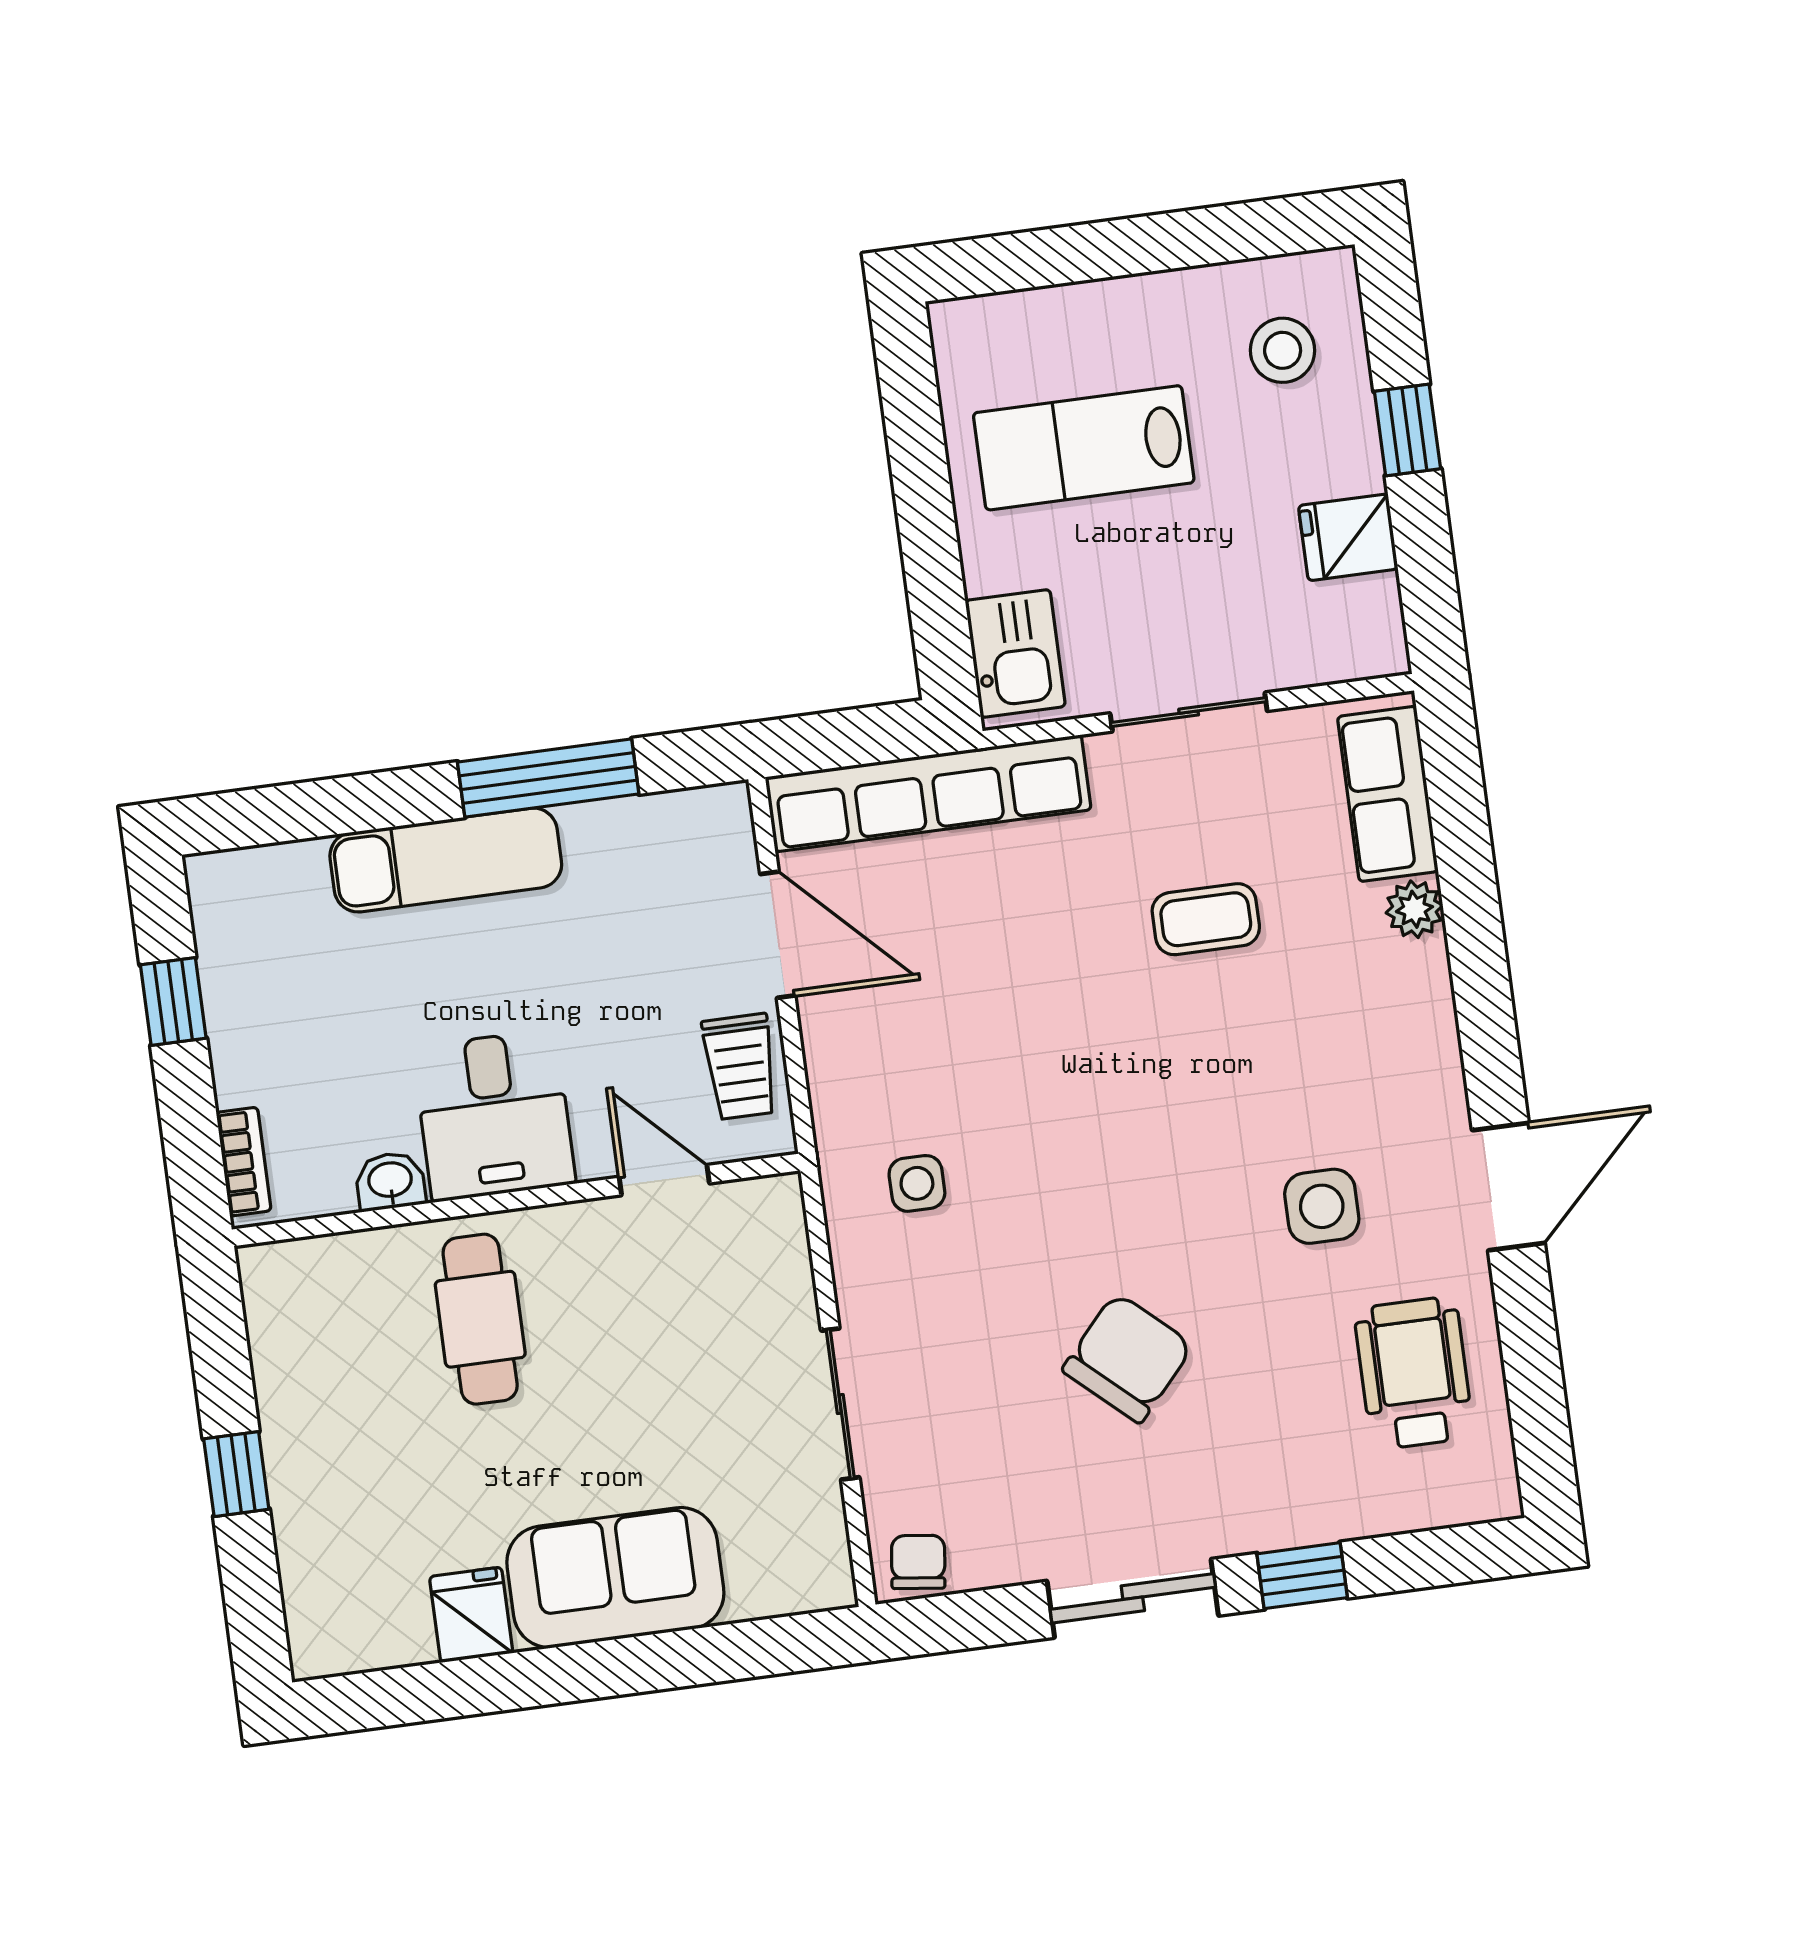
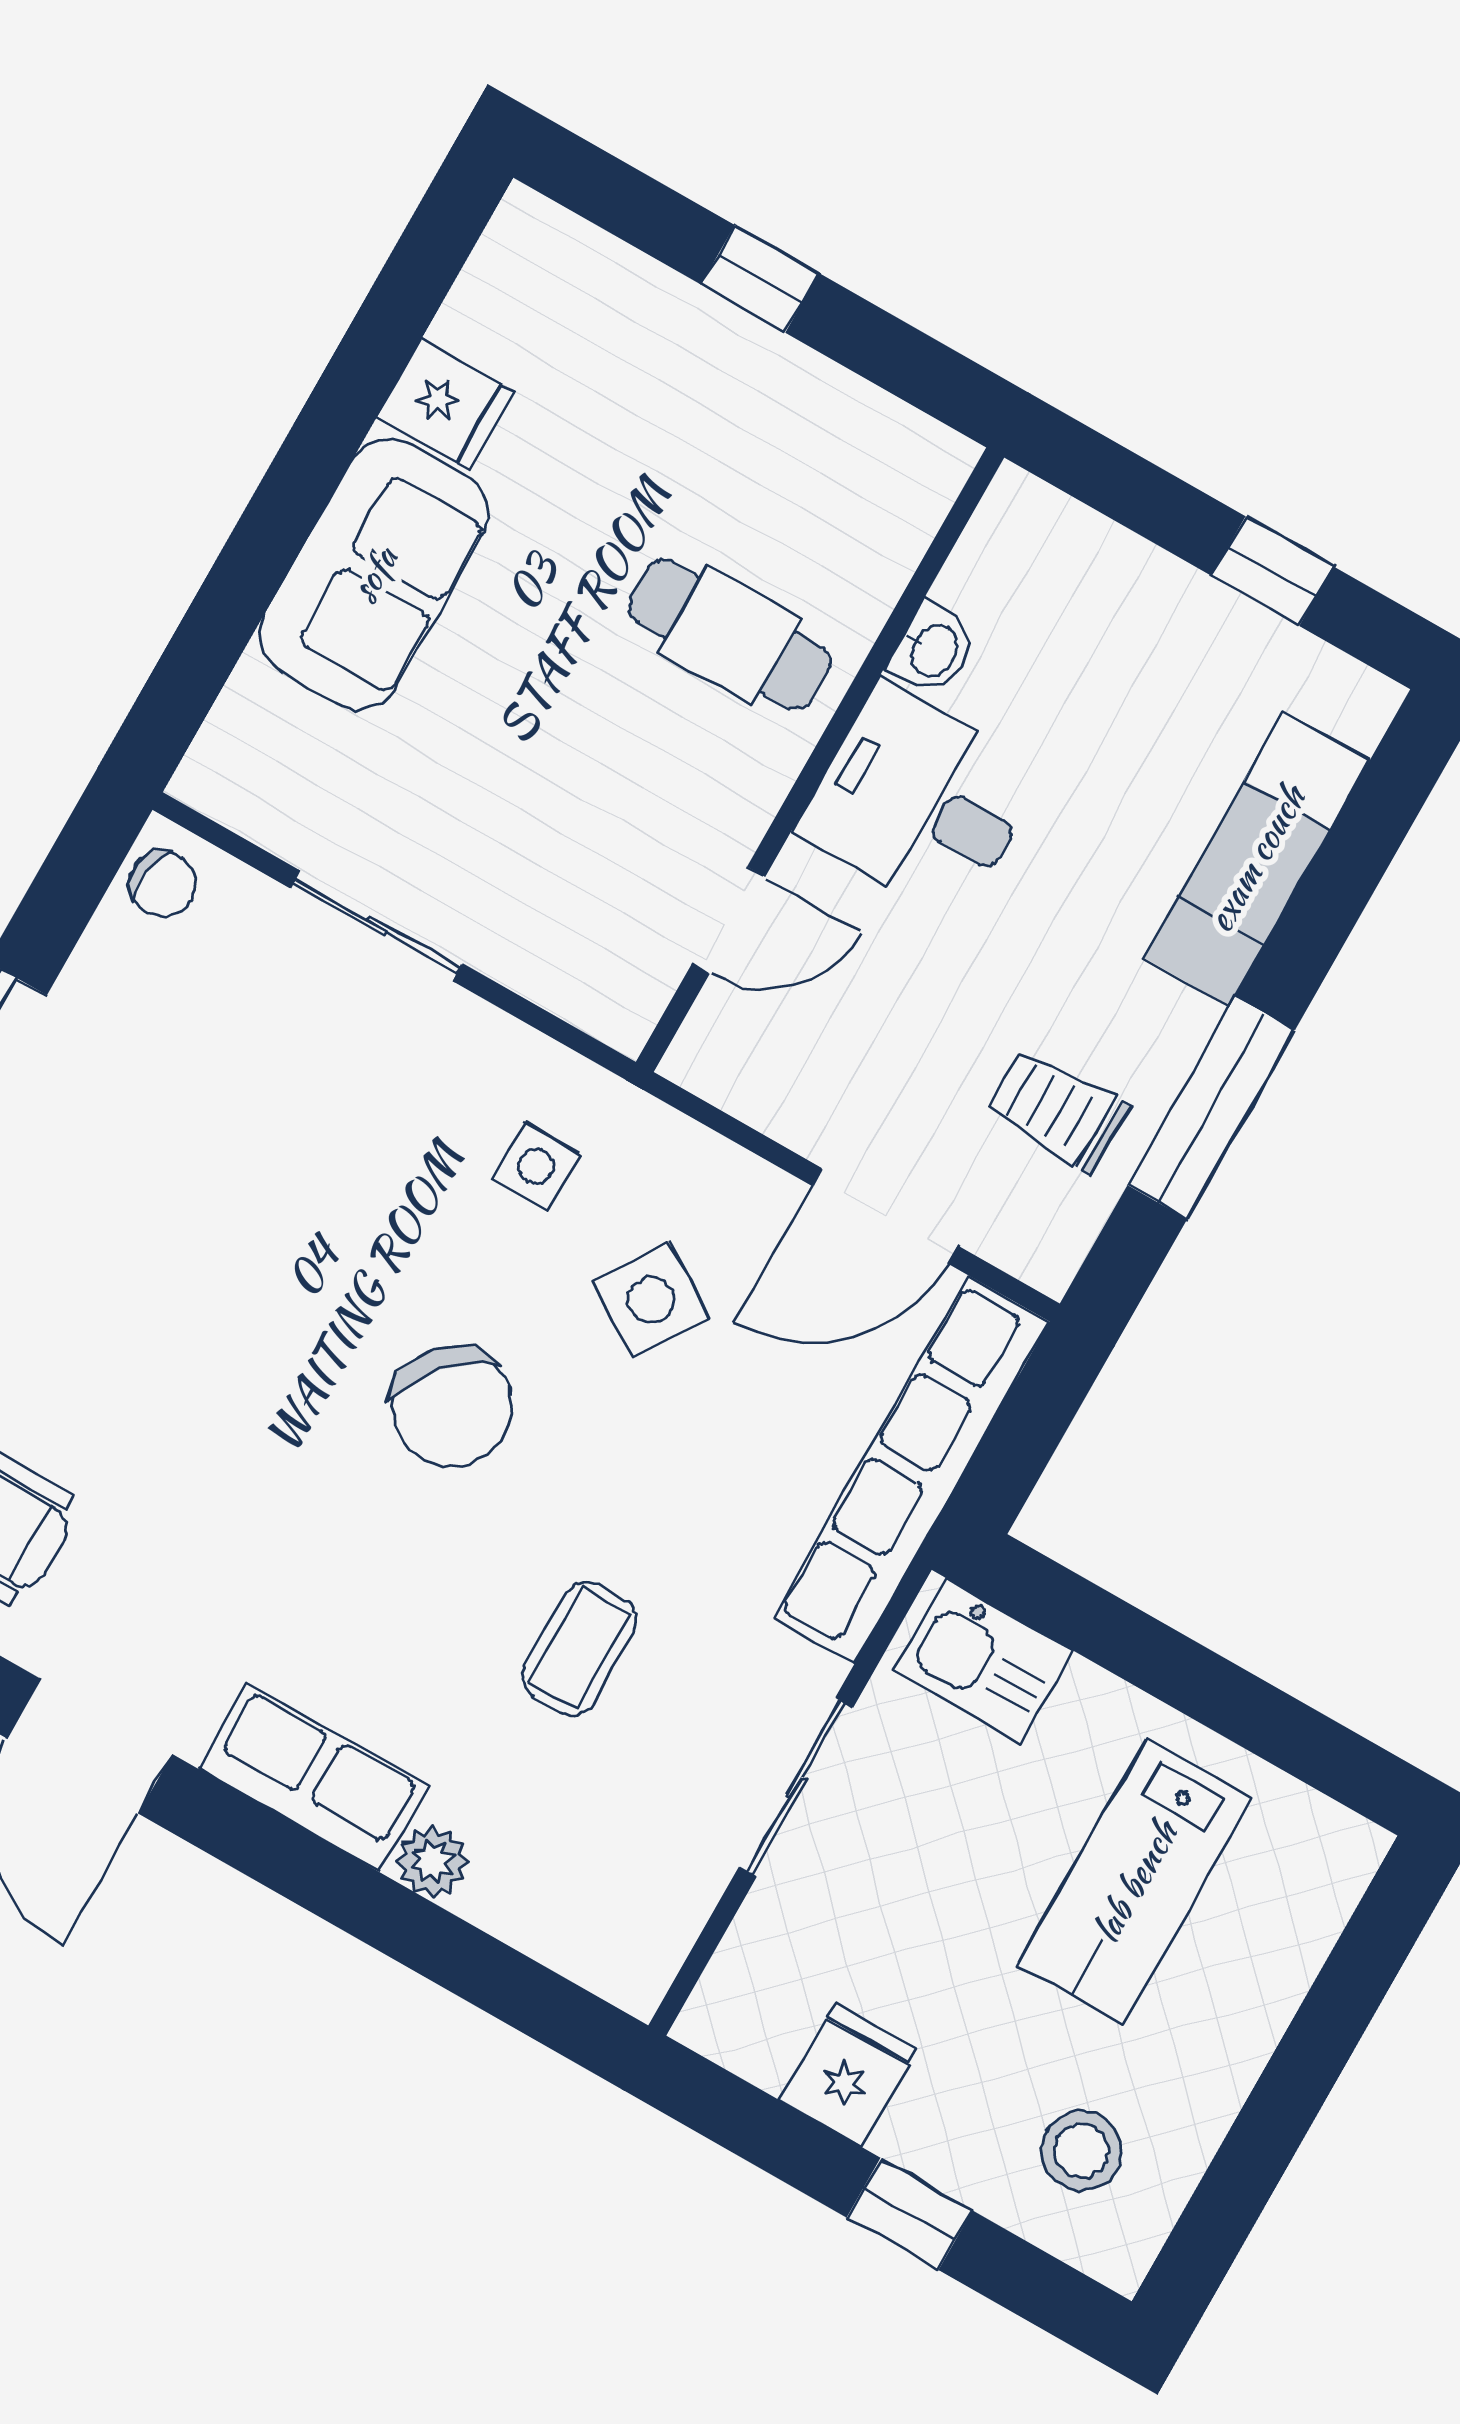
lab bench: (1084, 448) -> (1135, 1882), turned 180
row of seats: (1388, 794) -> (313, 1778), moved
exam couch: (446, 860) -> (1256, 859), moved
trolley: (740, 1067) -> (1058, 1110), moved
bookcase: (244, 1162) -> (1062, 520), removed
side table: (1322, 1206) -> (651, 1300), moved, turned 33
chair: (1128, 1358) -> (452, 1406), moved

